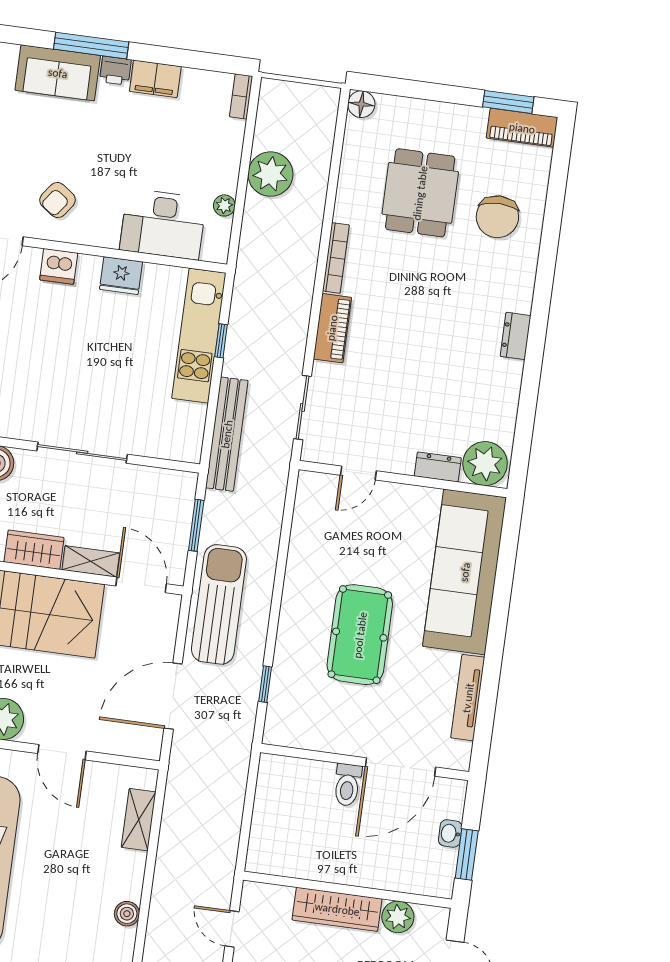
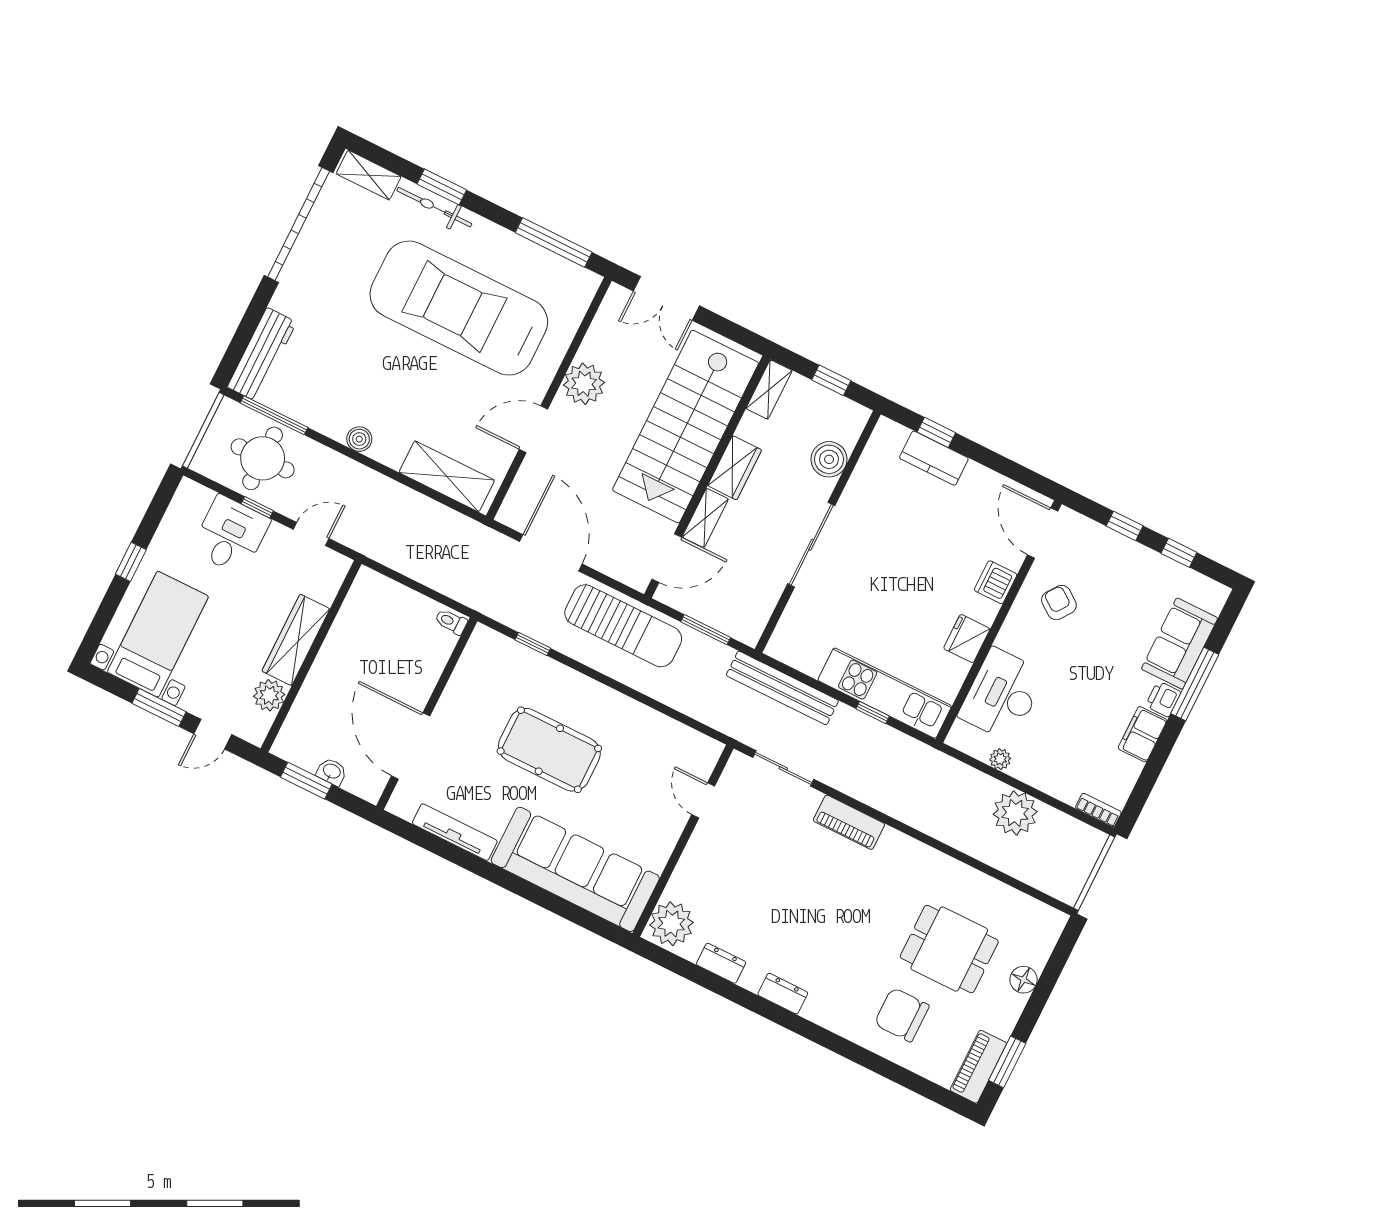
floor lamp: (361, 104) -> (1024, 980), moved
bookcase: (336, 258) -> (915, 848), removed
dresser: (438, 467) -> (721, 963), moved, turned -90
toilet: (347, 785) -> (451, 622), moved, width x0.73, depth x0.72
shelving: (139, 820) -> (447, 476), width x1.50, depth x1.33

